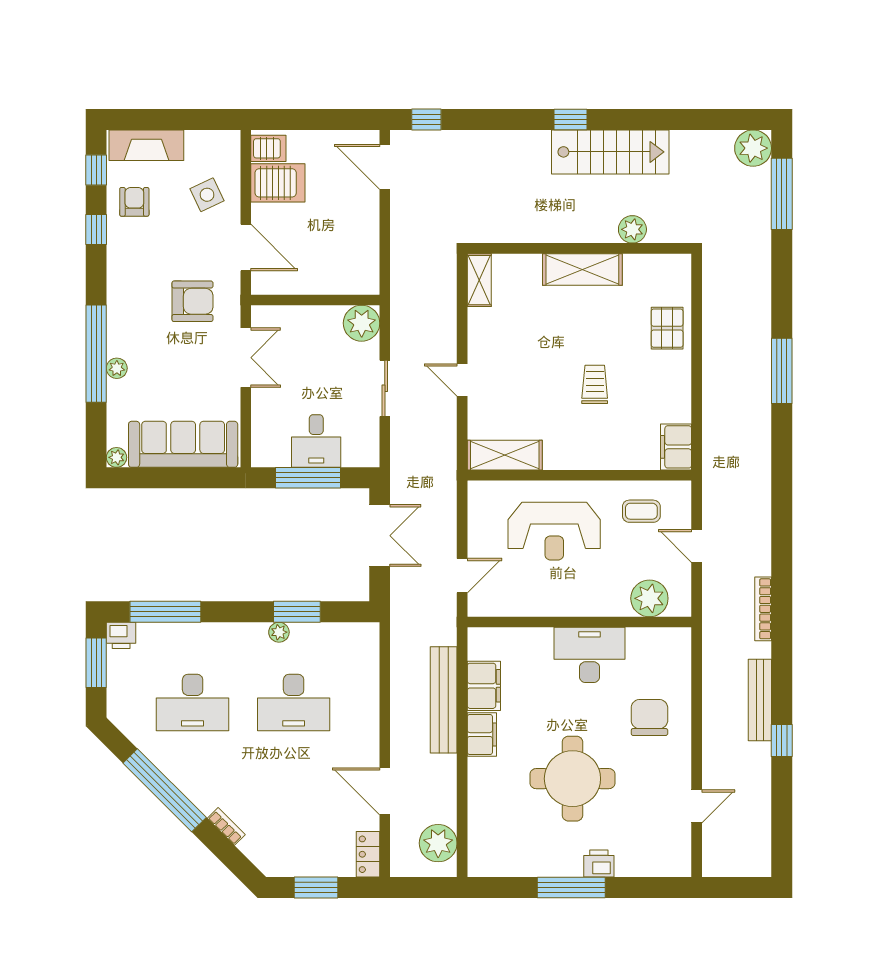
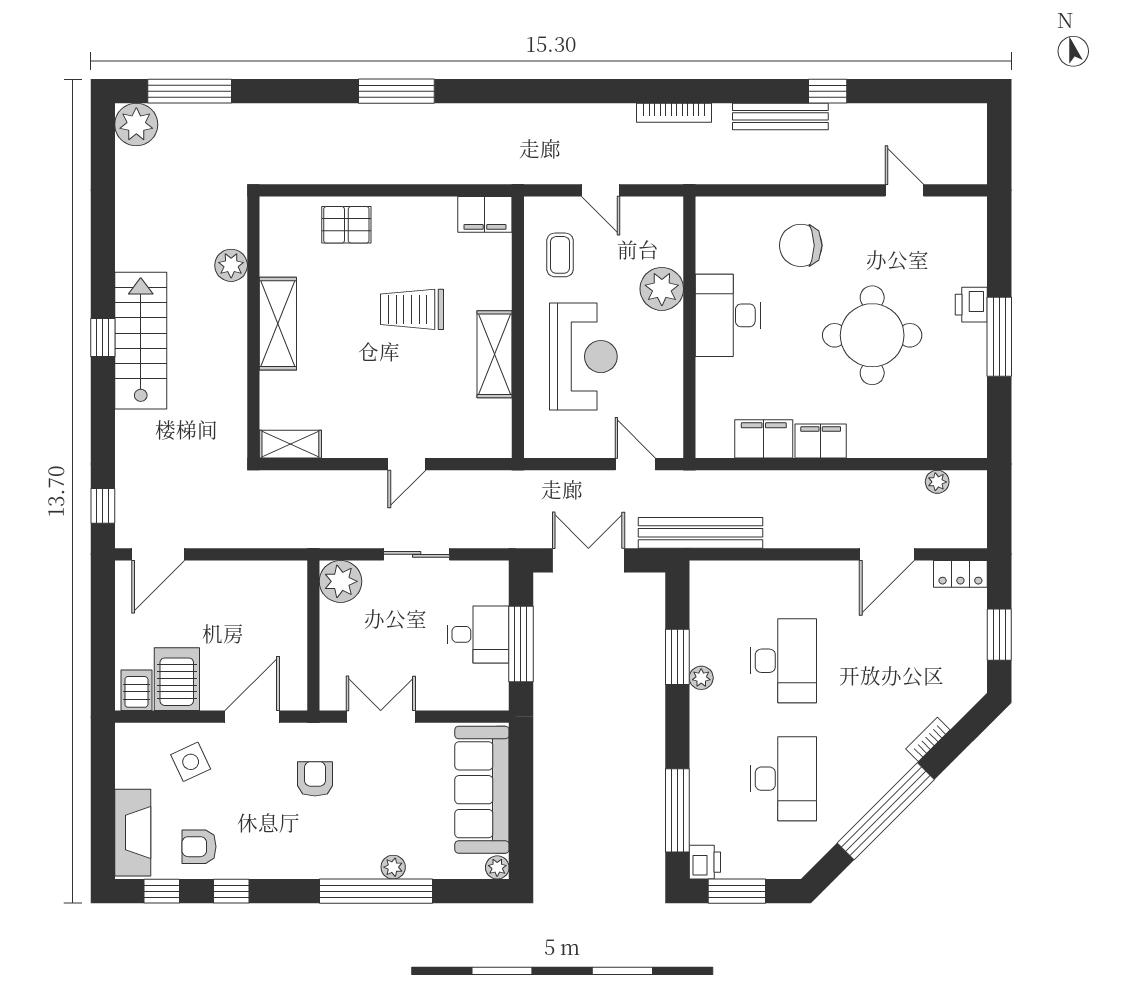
stairs: (610, 152) -> (141, 341), moved
armchair: (192, 301) -> (315, 779), width x0.72, depth x0.72
trolley: (595, 384) -> (412, 309), width x1.36, depth x1.39
shelving: (505, 455) -> (494, 354), moved
door: (697, 546) -> (601, 190), hinge flipped
plant: (649, 598) -> (662, 289), moved
bench: (444, 700) -> (700, 533), moved
plant: (438, 843) -> (937, 482), width x0.53, depth x0.53

